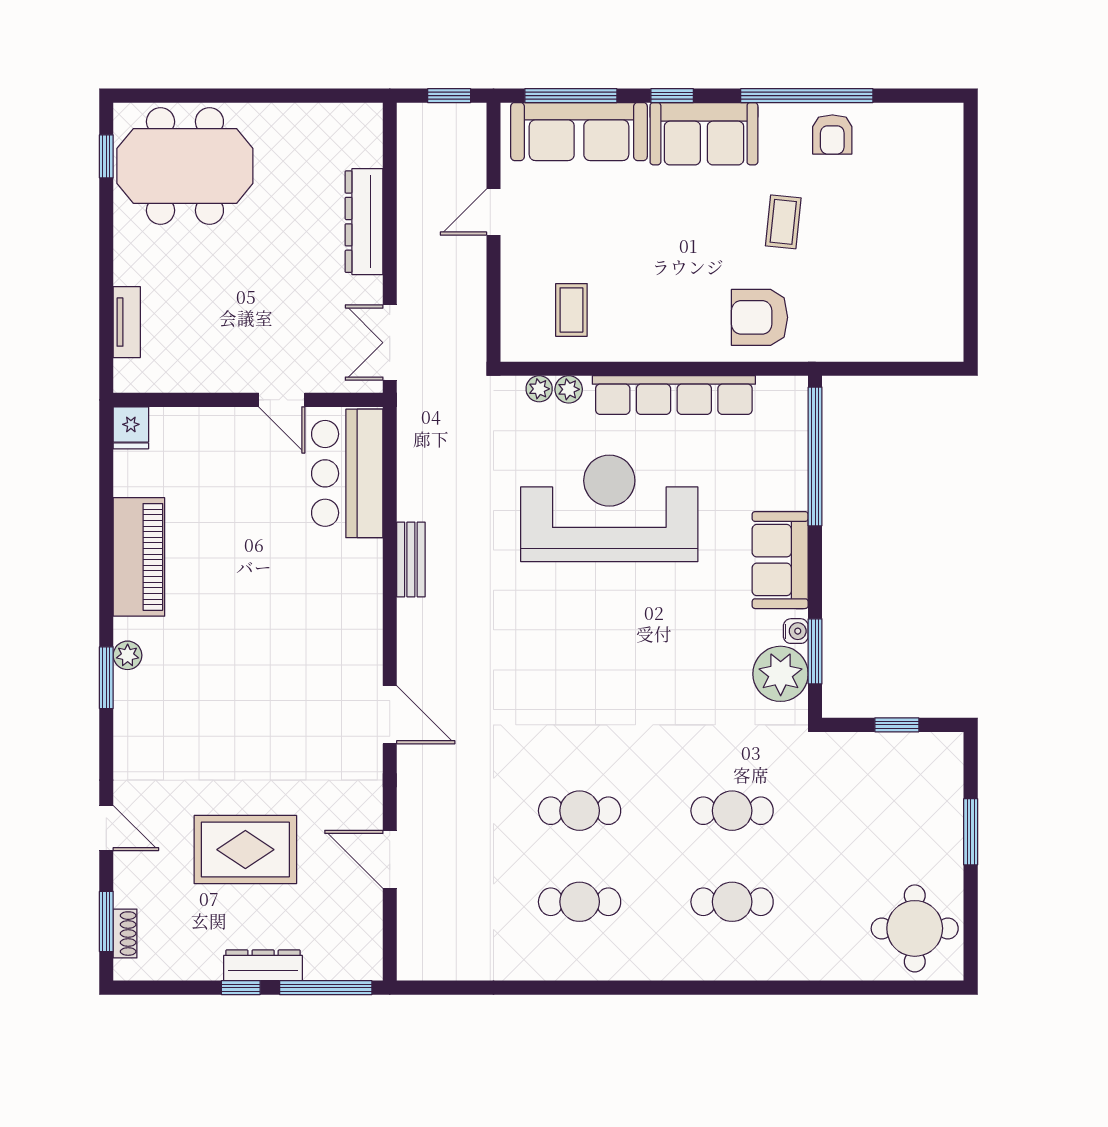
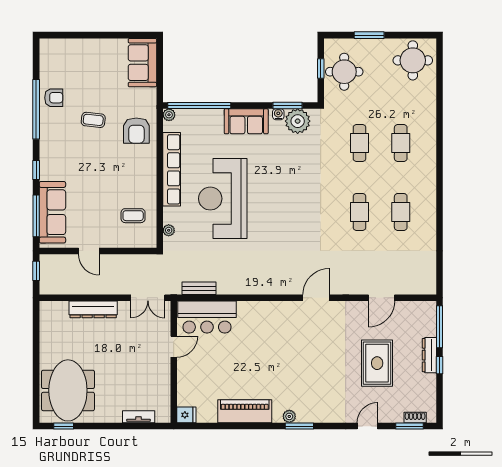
sofa: (704, 134) -> (142, 63), moved, turned 180
plant: (569, 389) -> (169, 115), moved
bench: (411, 559) -> (199, 288), moved
round table: (890, 777) -> (344, 72), added

